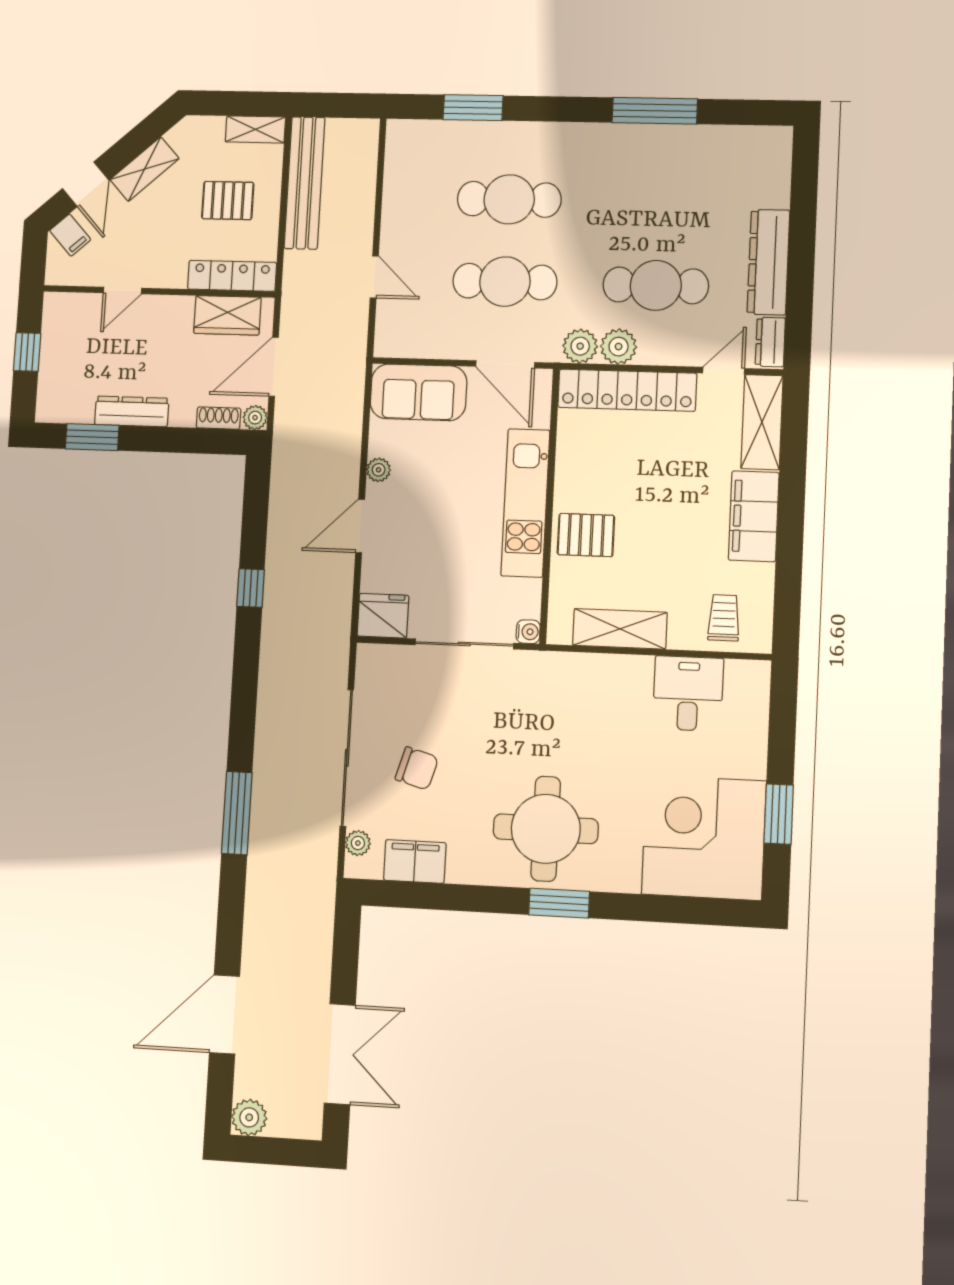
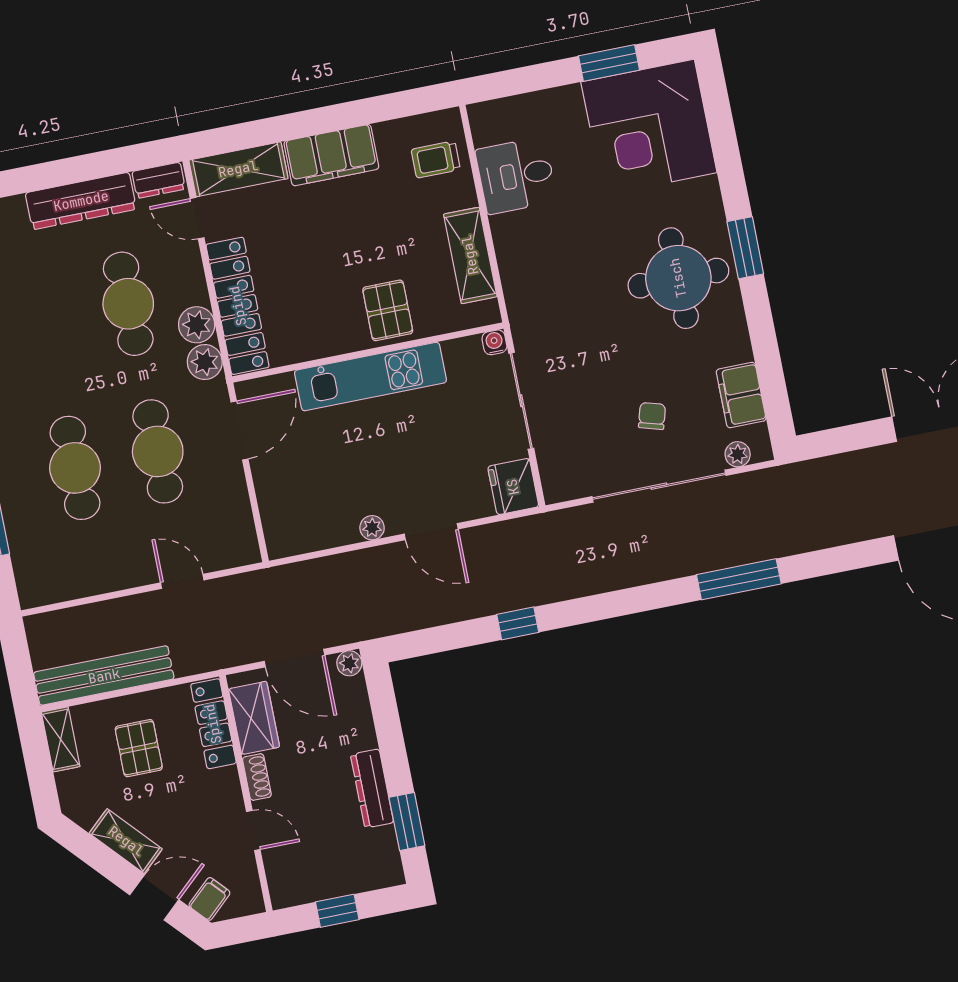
door: (374, 277) -> (182, 581), hinge flipped
sofa: (419, 392) -> (287, 508), removed
shoe rack: (219, 418) -> (257, 777), moved, turned 180
chair: (417, 768) -> (652, 416), width x0.73, depth x0.73

